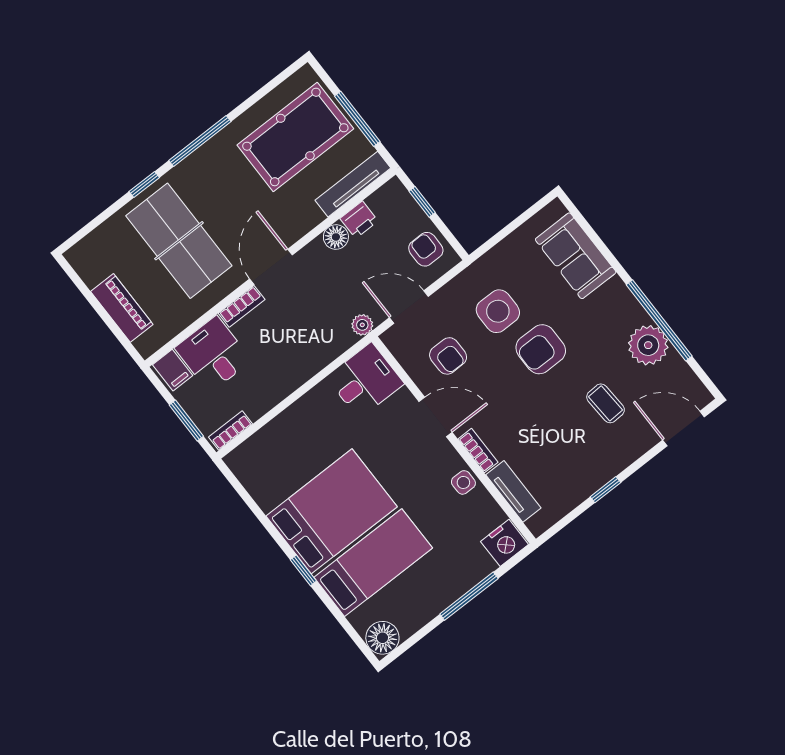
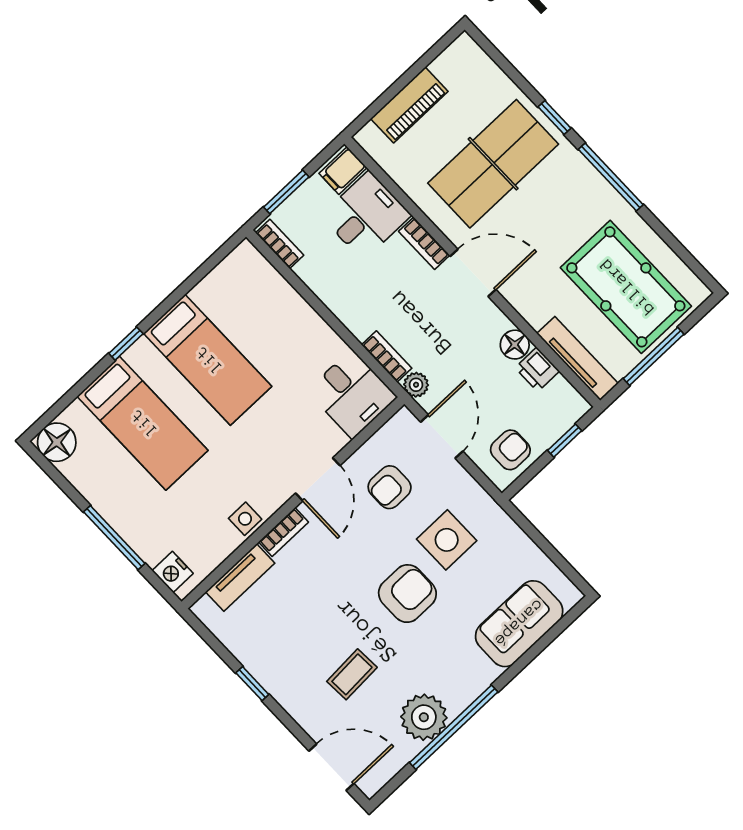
bookcase: (336, 348) -> (387, 357), added
armchair: (541, 349) -> (407, 594), turned 90
door: (684, 428) -> (331, 767), hinge flipped
bed: (332, 511) -> (208, 360), width x0.67
nightstand: (505, 543) -> (173, 572), width x0.74, depth x0.75

